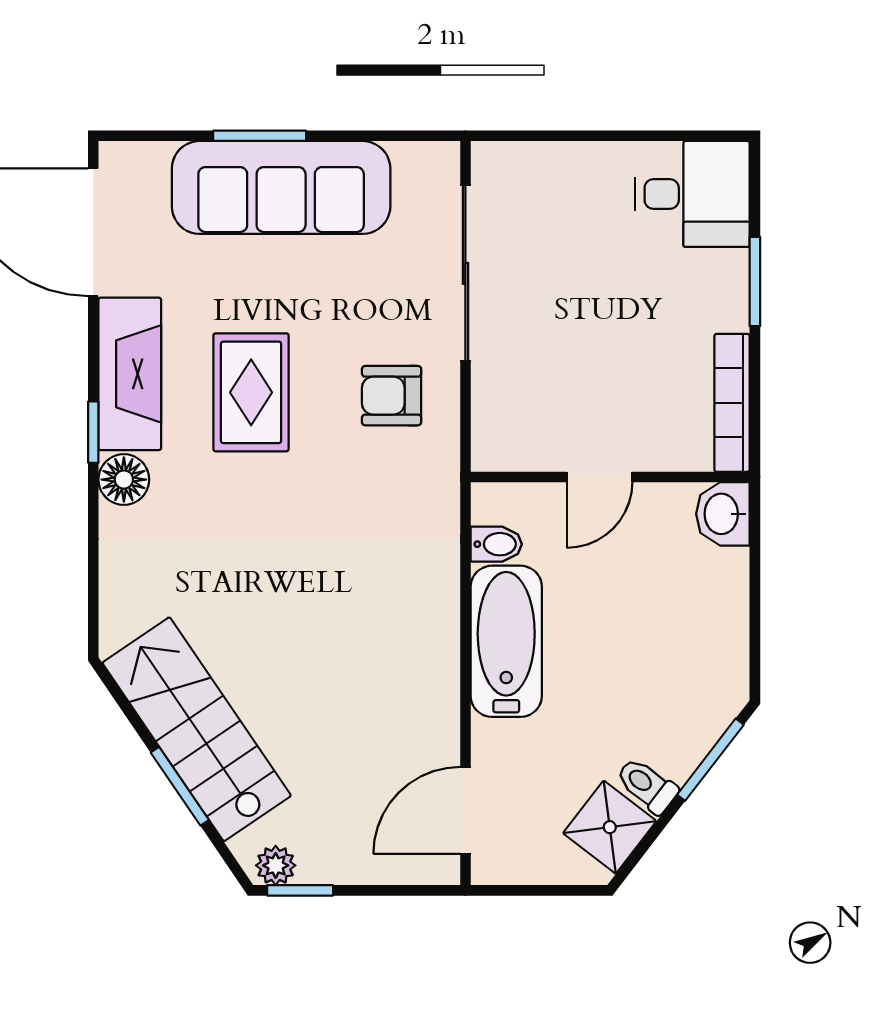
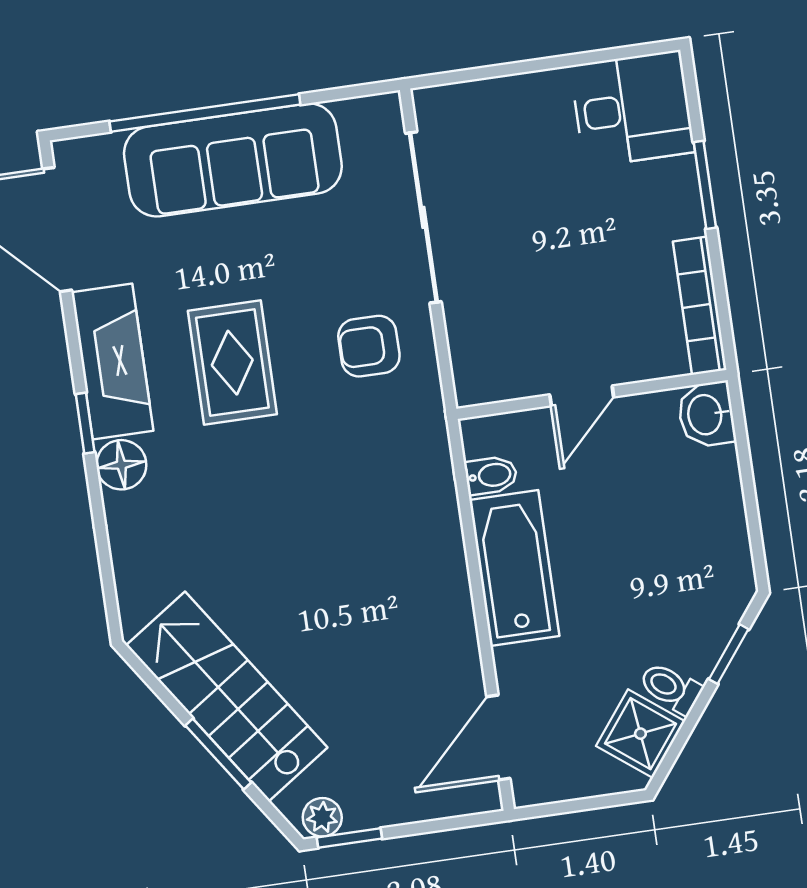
window: (260, 136) -> (205, 113), width x2.11
window: (710, 760) -> (729, 654), width x0.67

